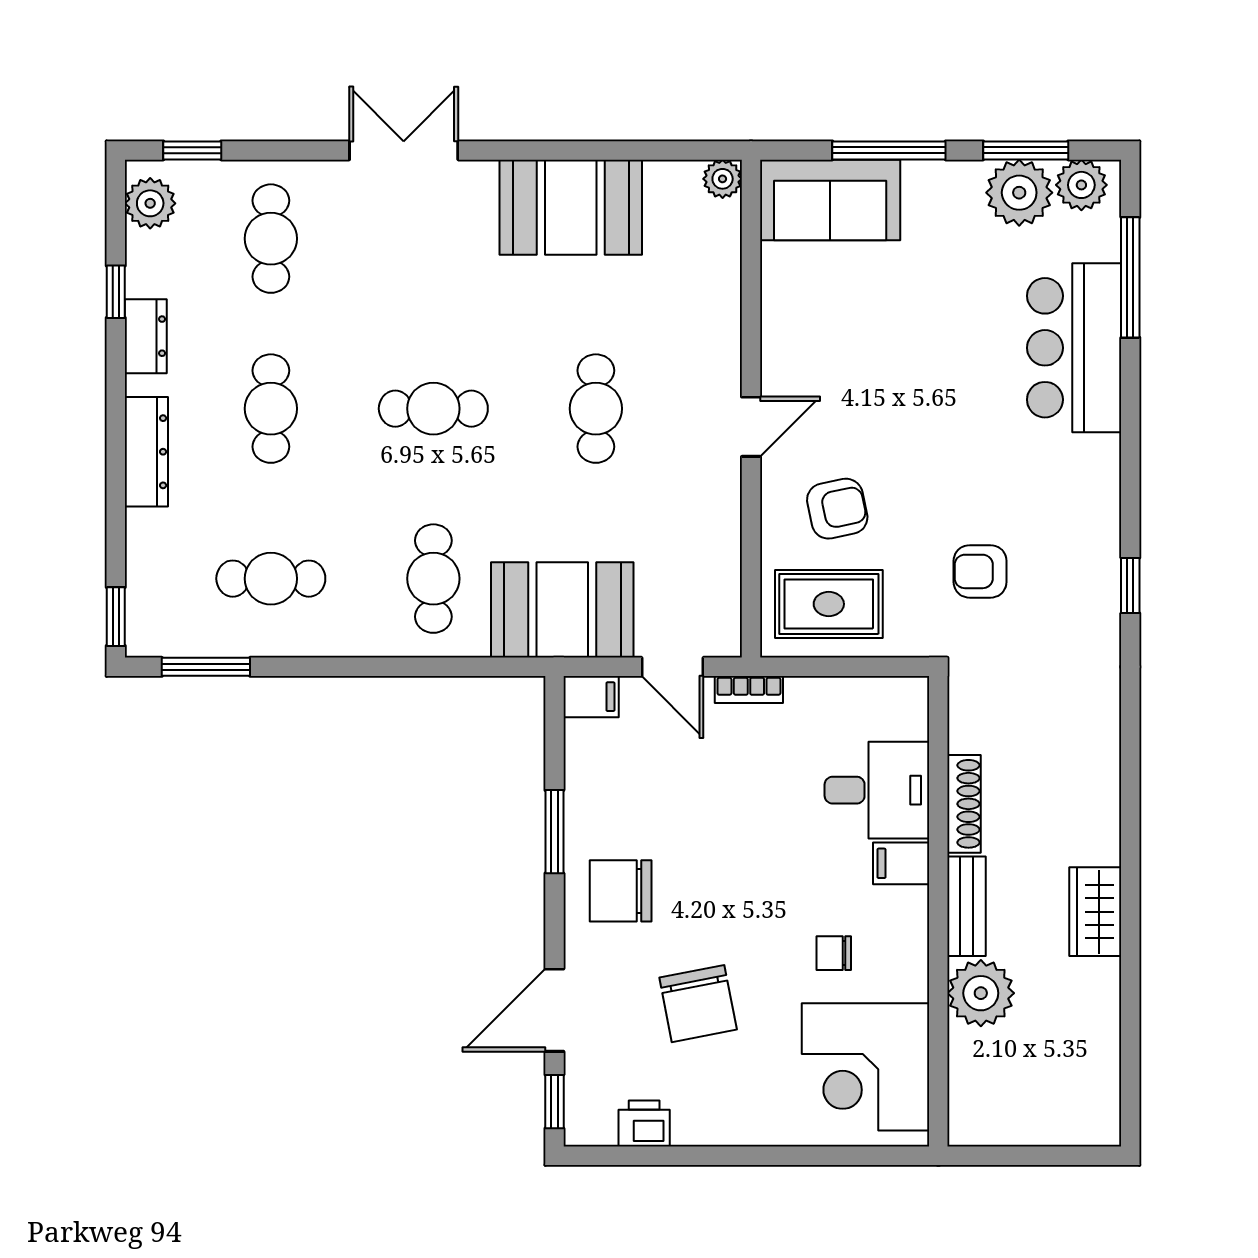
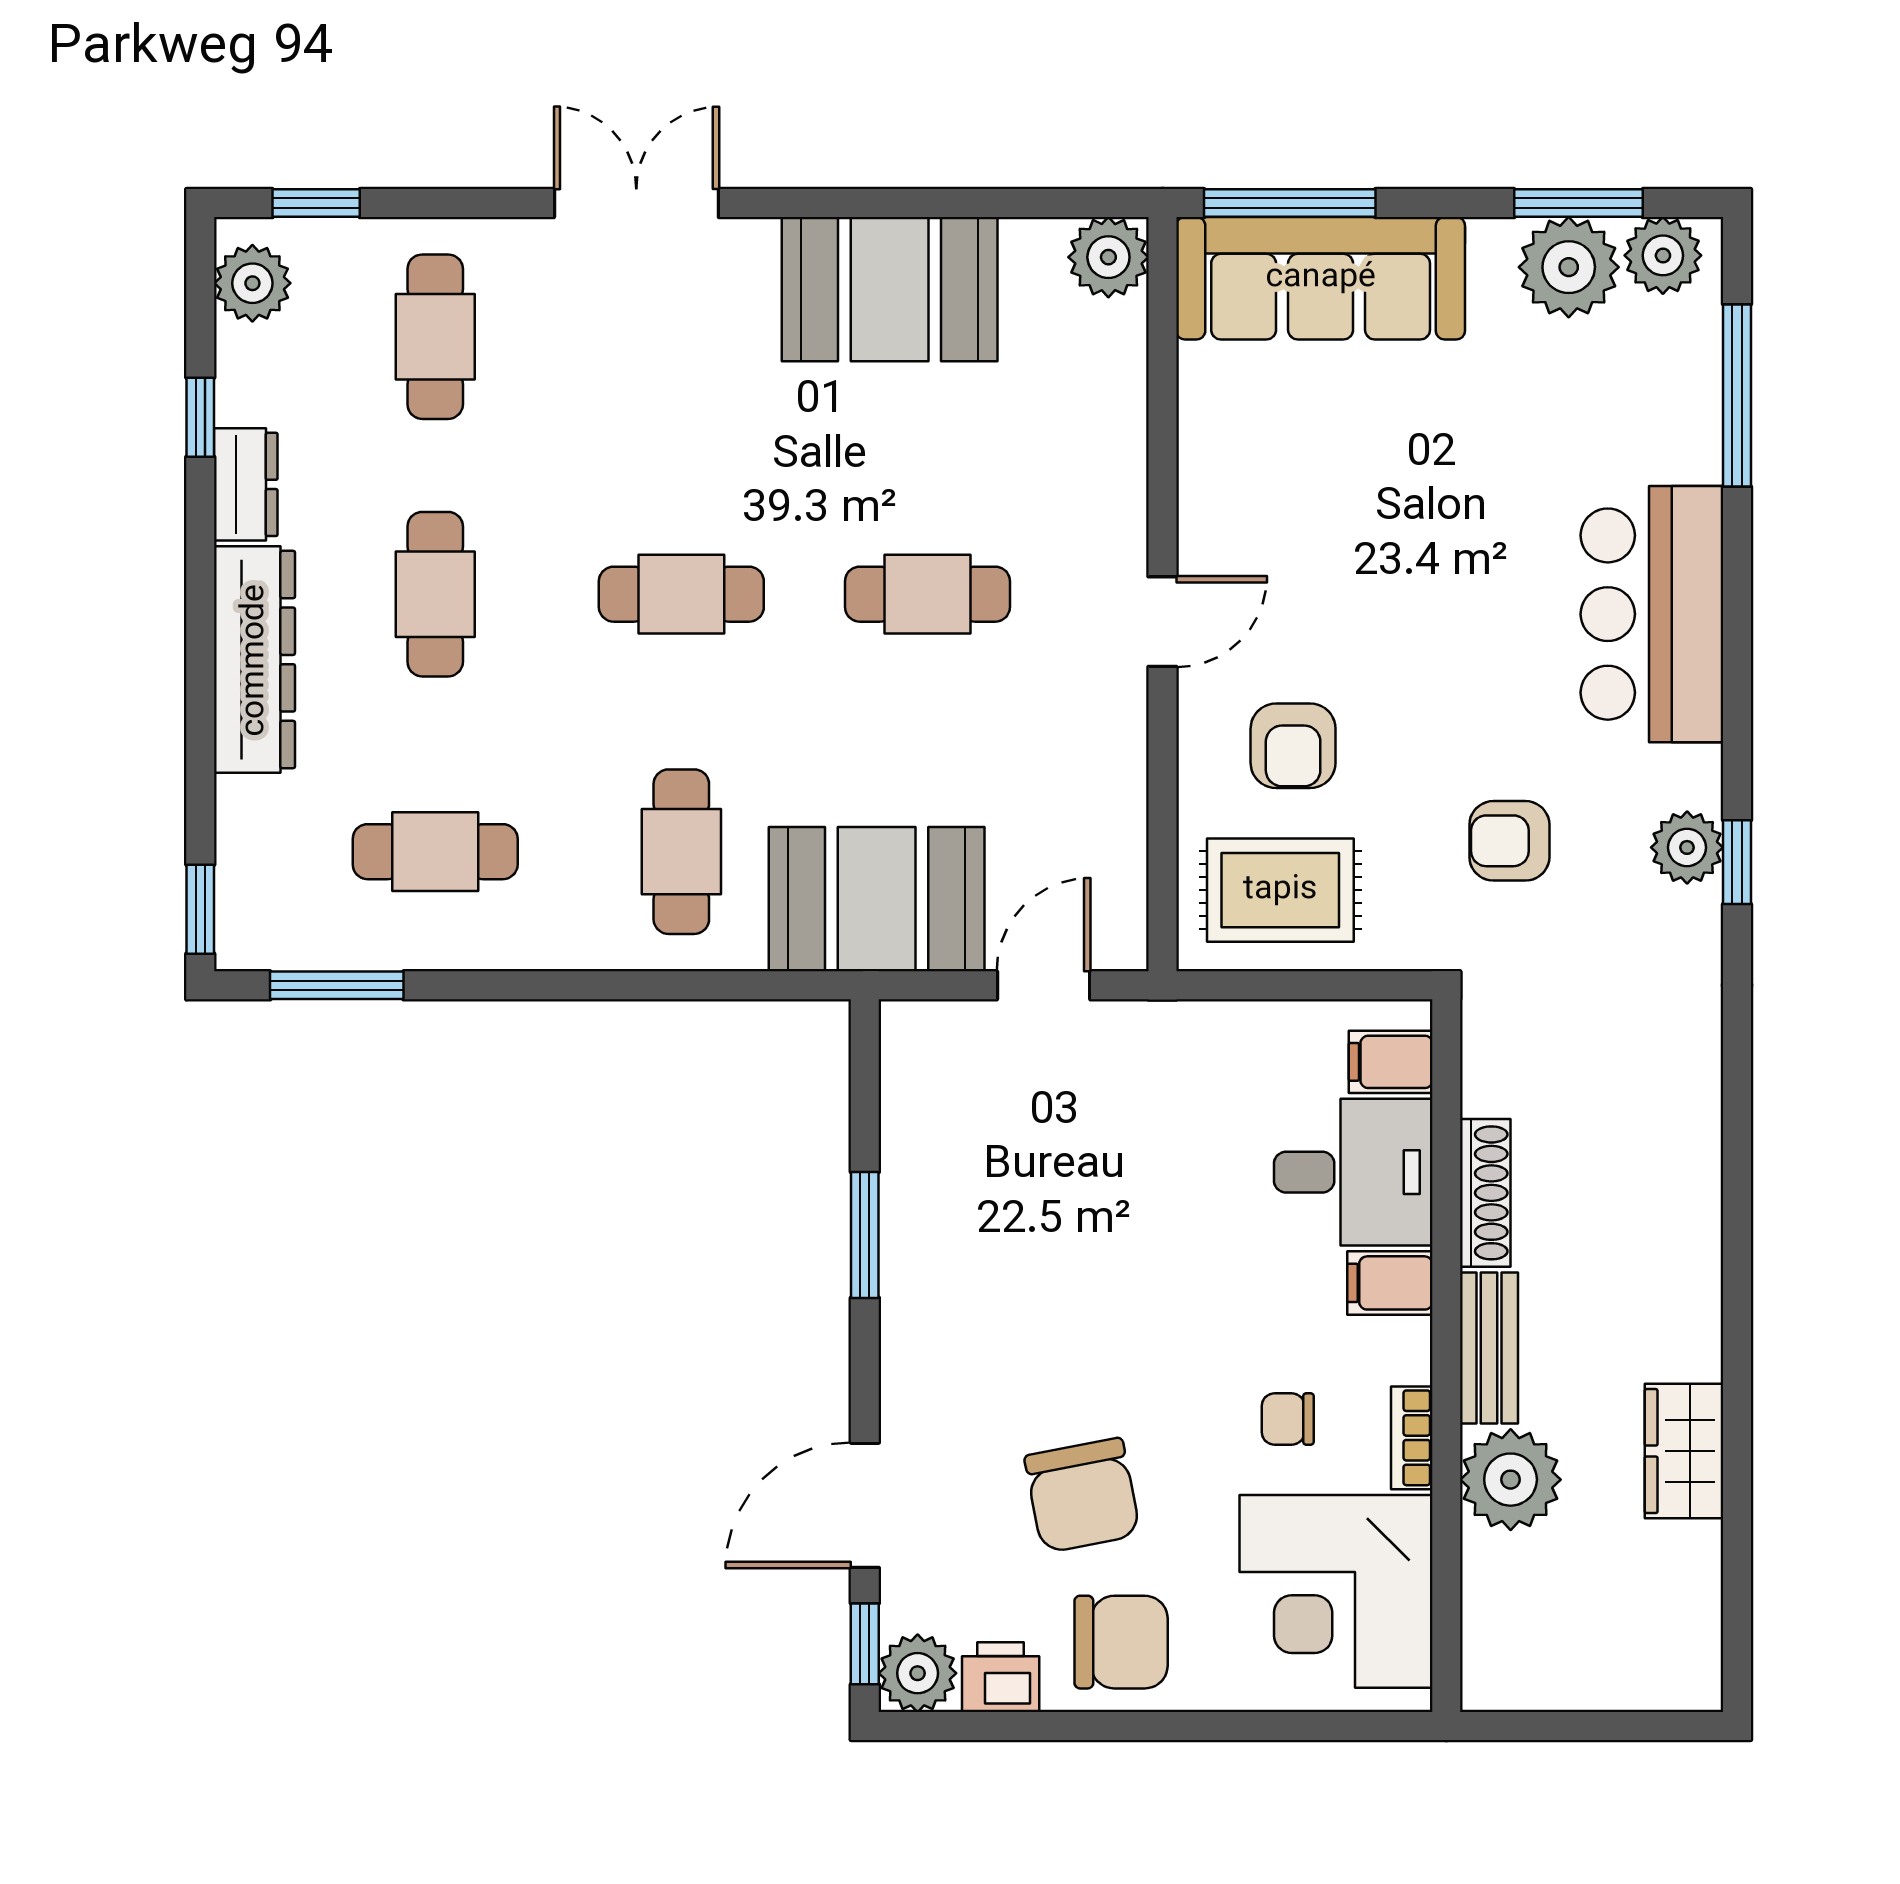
window: (889, 150) -> (1290, 203), moved
plant: (723, 179) -> (1108, 257), width x1.38, depth x1.38
sofa: (830, 200) -> (1321, 278), width x1.36
bar counter: (1074, 348) -> (1652, 614), moved
cafe table: (596, 409) -> (927, 594), turned 90
dresser: (146, 452) -> (255, 660), width x1.37, depth x1.24
armchair: (837, 509) -> (1293, 746), turned 102
plant: (1097, 576) -> (1687, 847), added
door: (673, 667) -> (1044, 985), swing flipped
bookcase: (749, 690) -> (1412, 1438), moved, turned 90
filing cabinet: (591, 697) -> (1391, 1062), moved, turned 180
chair: (621, 891) -> (1121, 1642), moved, turned 180
wardrobe: (1095, 912) -> (1684, 1451), moved
plant: (589, 1121) -> (918, 1673), added

